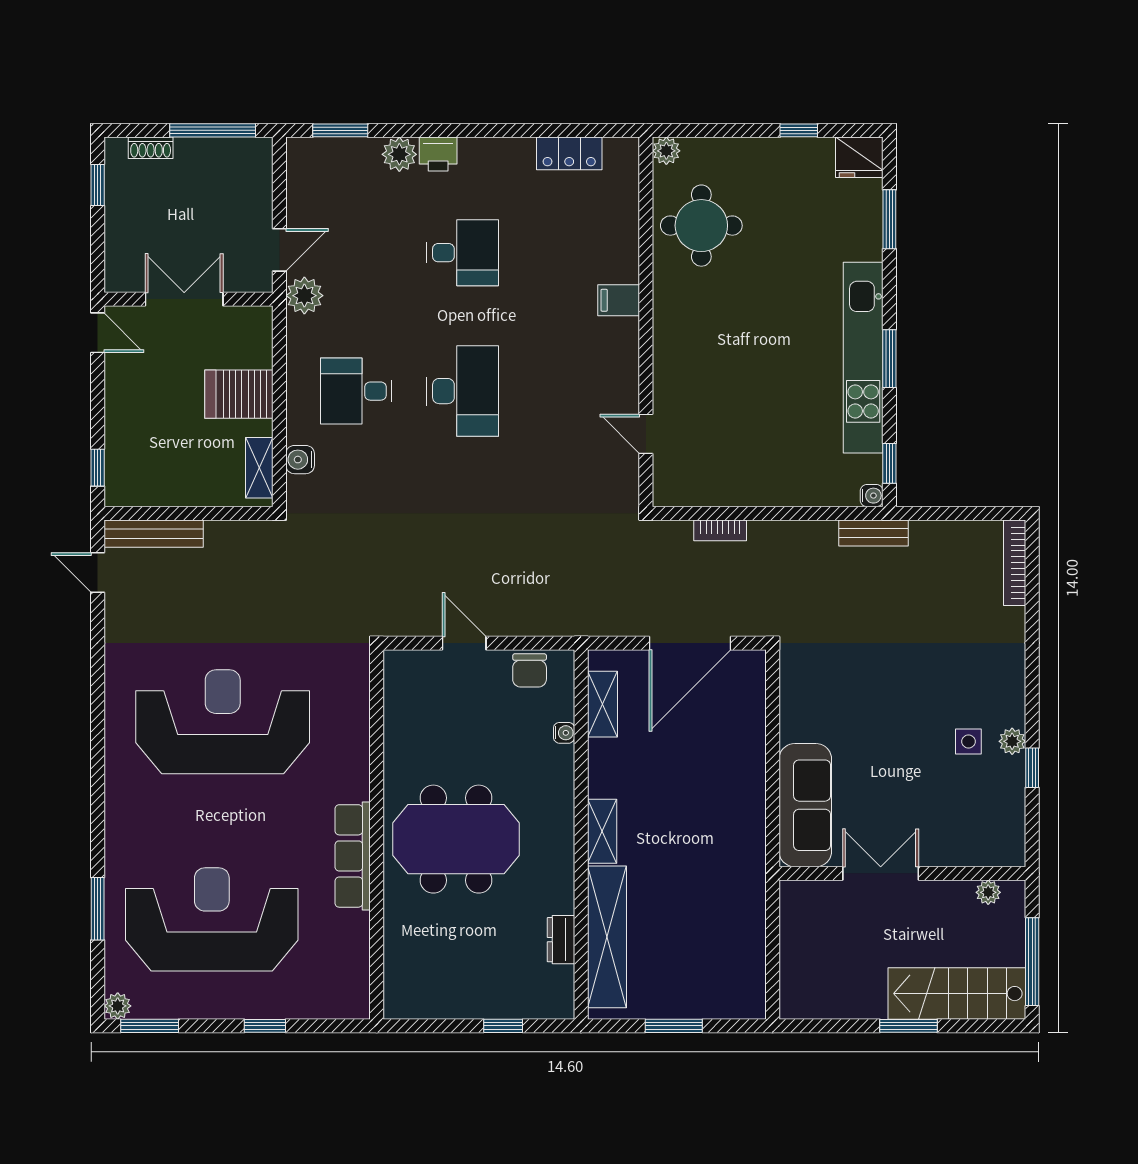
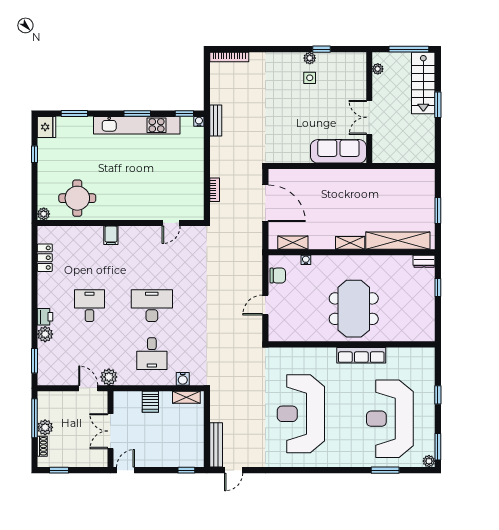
plant: (193, 154) -> (45, 427), added
server rack: (239, 394) -> (150, 402), width x0.73, depth x0.70
dresser: (561, 940) -> (424, 261), moved

